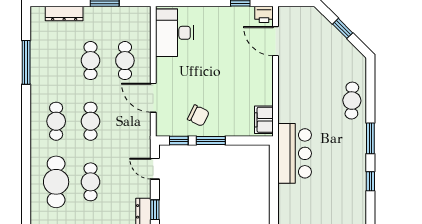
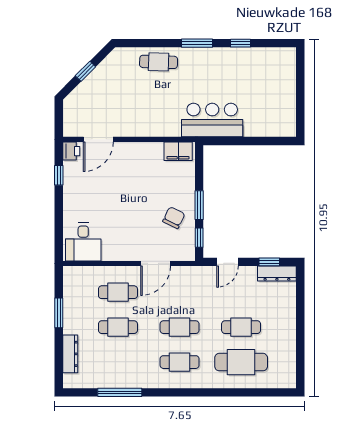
desk: (174, 33) -> (83, 242), width x0.73

